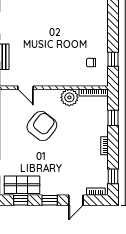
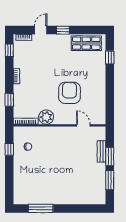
armchair: (42, 126) -> (69, 93), turned 142
window: (21, 200) -> (87, 30), removed

